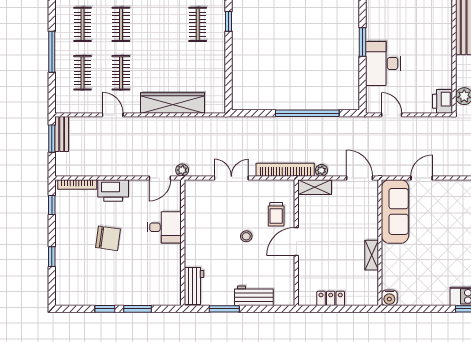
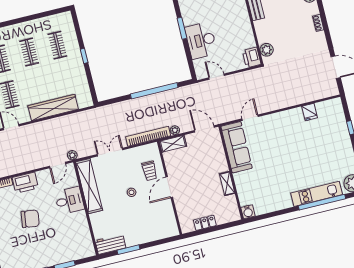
window: (228, 21) -> (84, 56), moved
clothes rail: (159, 24) -> (29, 52), added
shelving: (194, 215) -> (89, 186), added
workbench: (194, 286) -> (110, 244), moved, turned -90
workbench: (254, 296) -> (148, 235), removed

